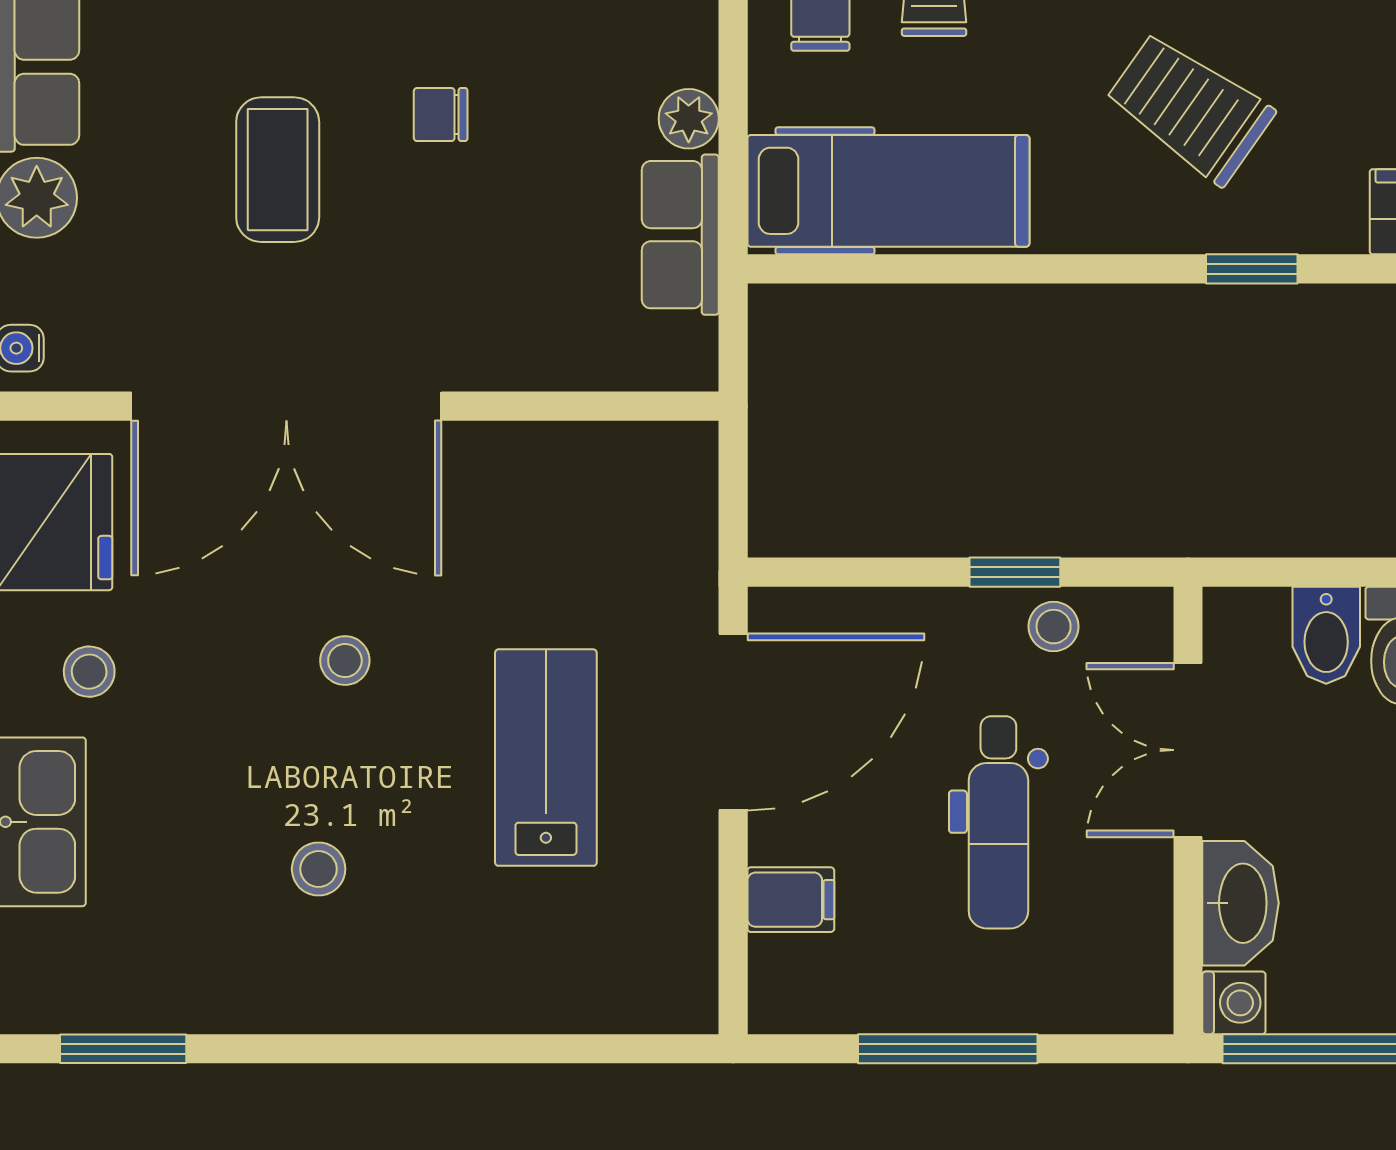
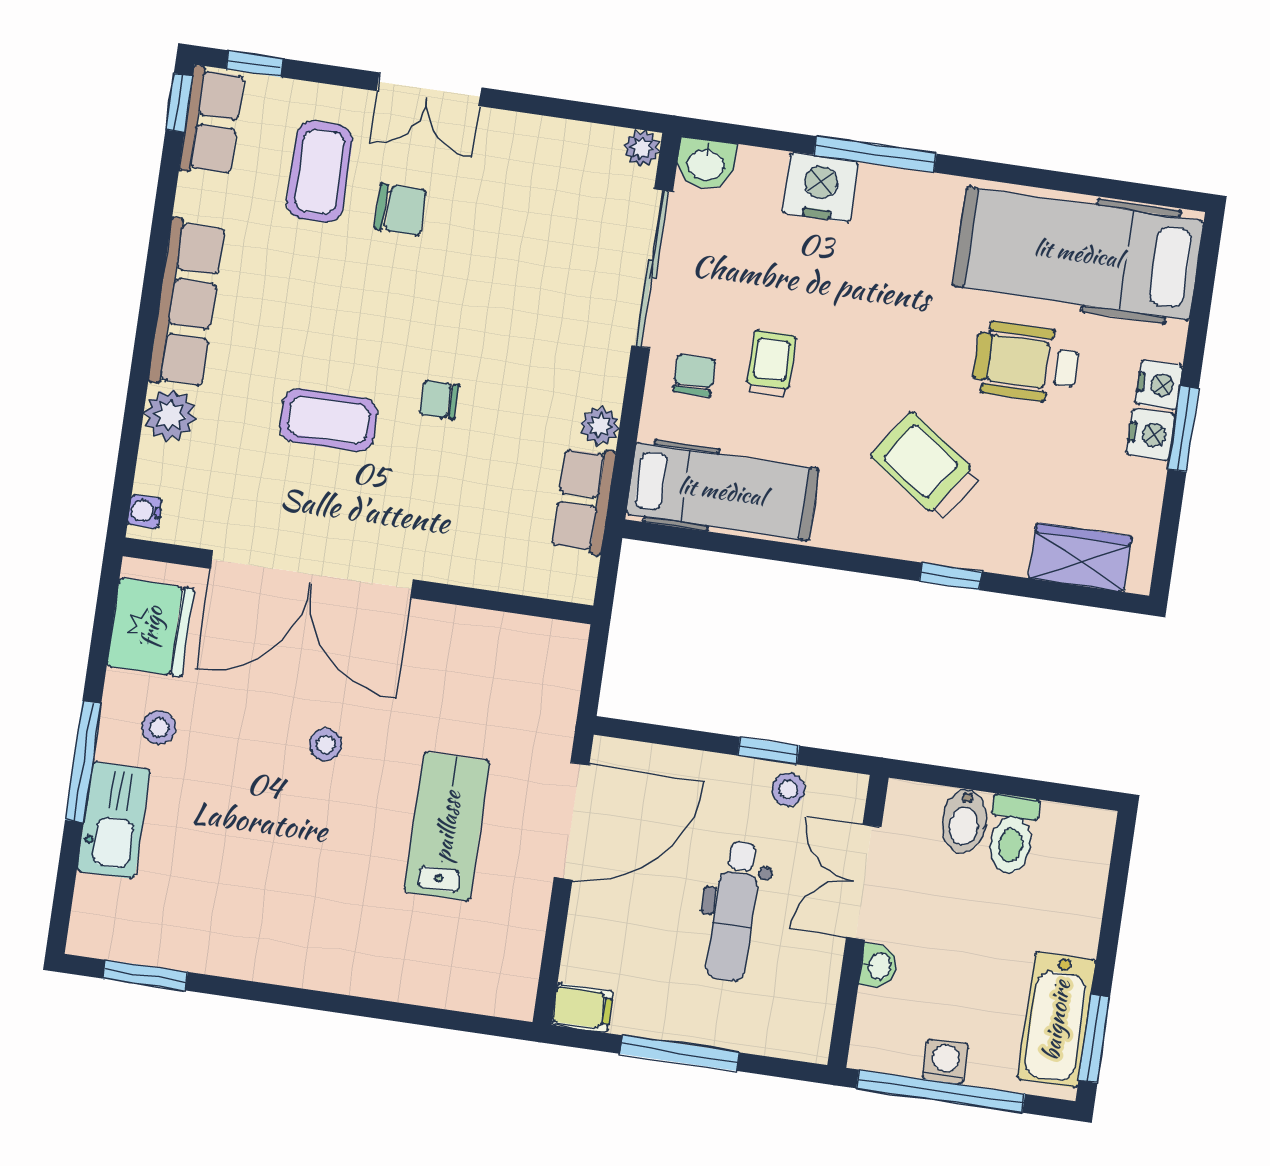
coffee table: (278, 170) -> (329, 420), turned 90
stool: (319, 869) -> (289, 877), removed
filing cabinet: (791, 900) -> (582, 1008), moved
washbasin: (1241, 903) -> (878, 966), width x0.52, depth x0.69
washing machine: (1234, 1003) -> (945, 1061), moved, turned -90

